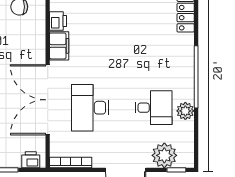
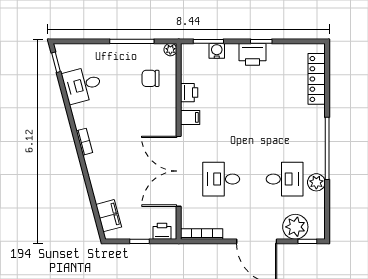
filing cabinet: (59, 46) -> (190, 117), width x0.50
desk: (90, 108) -> (221, 179), width x0.73

